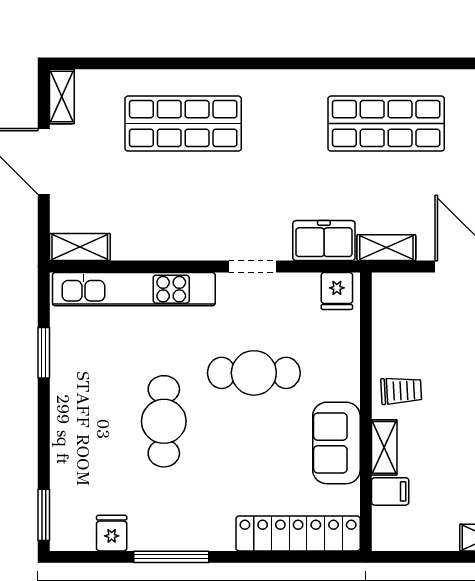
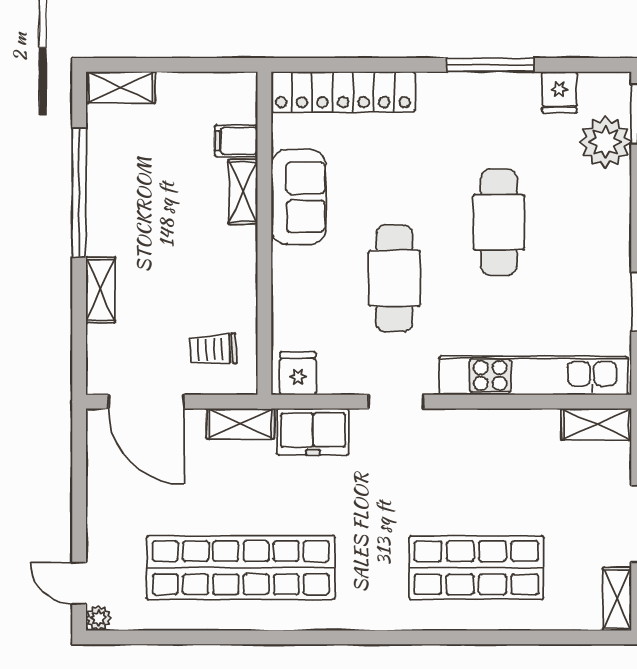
shop shelf: (386, 124) -> (241, 568), width x1.40
cafe table: (254, 373) -> (394, 278), turned 90
trolley: (401, 391) -> (213, 349), moved
plant: (72, 490) -> (605, 142), added

